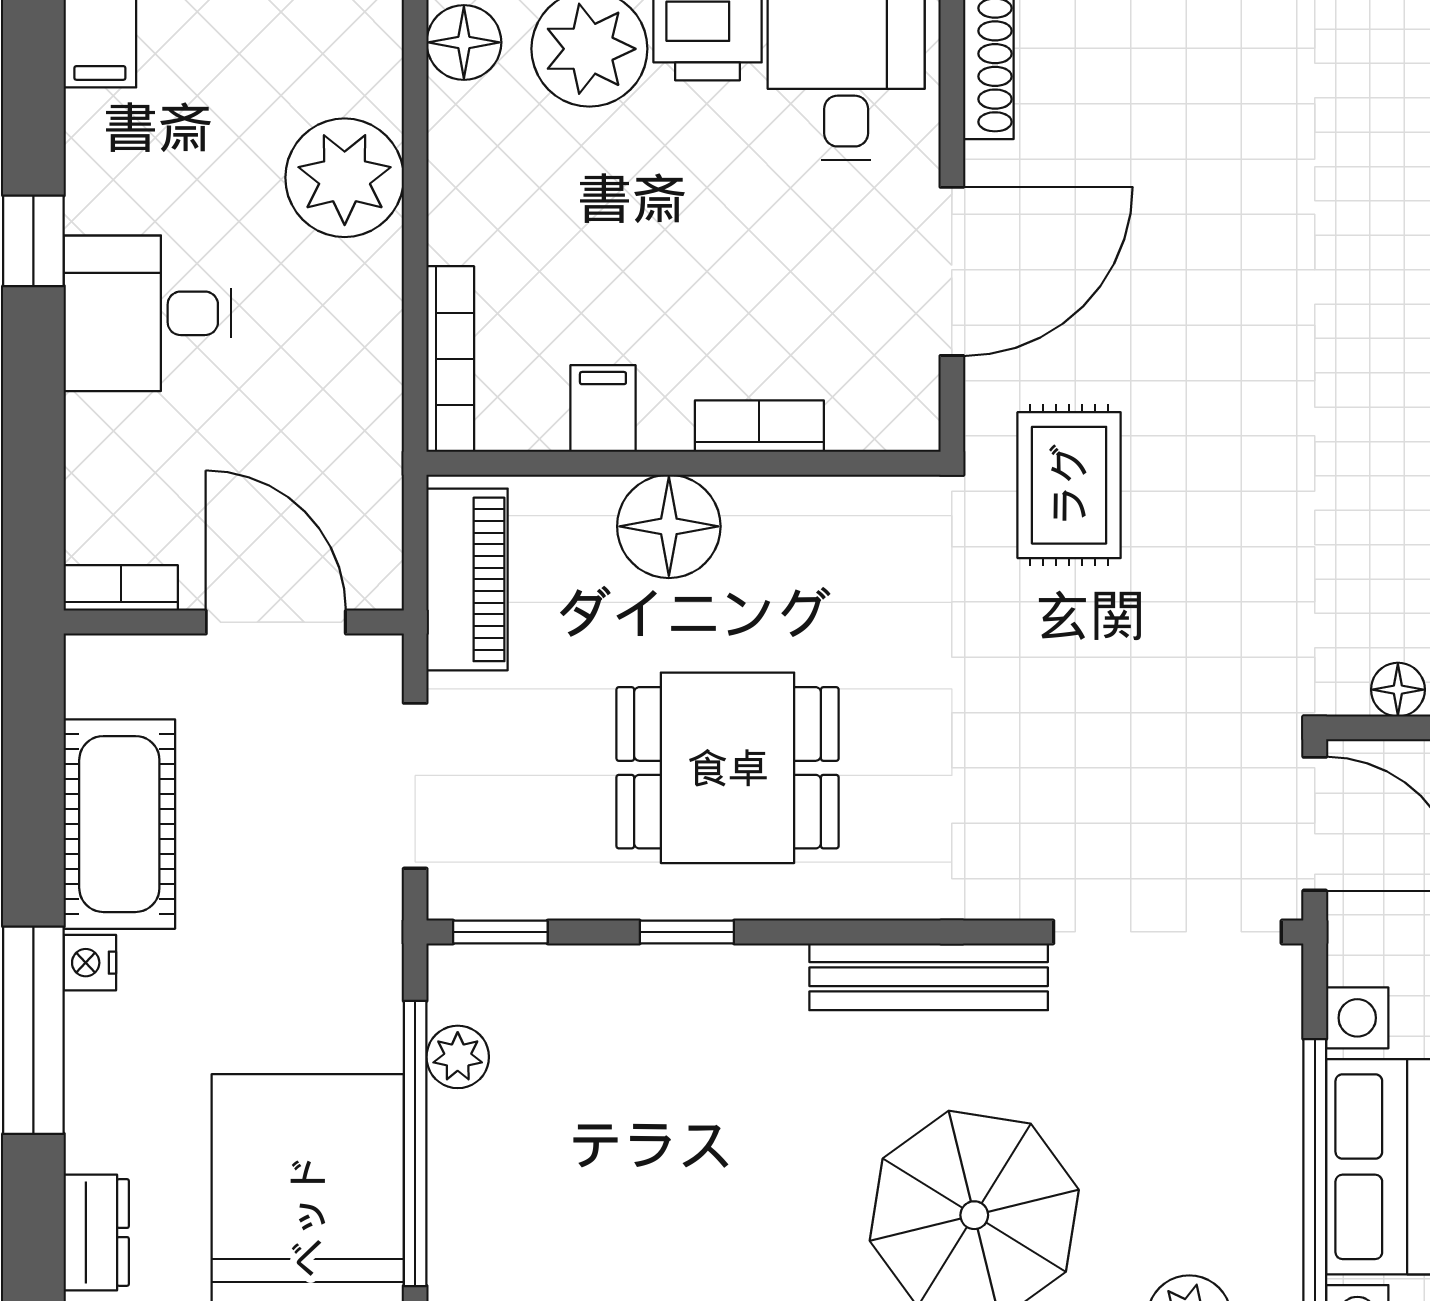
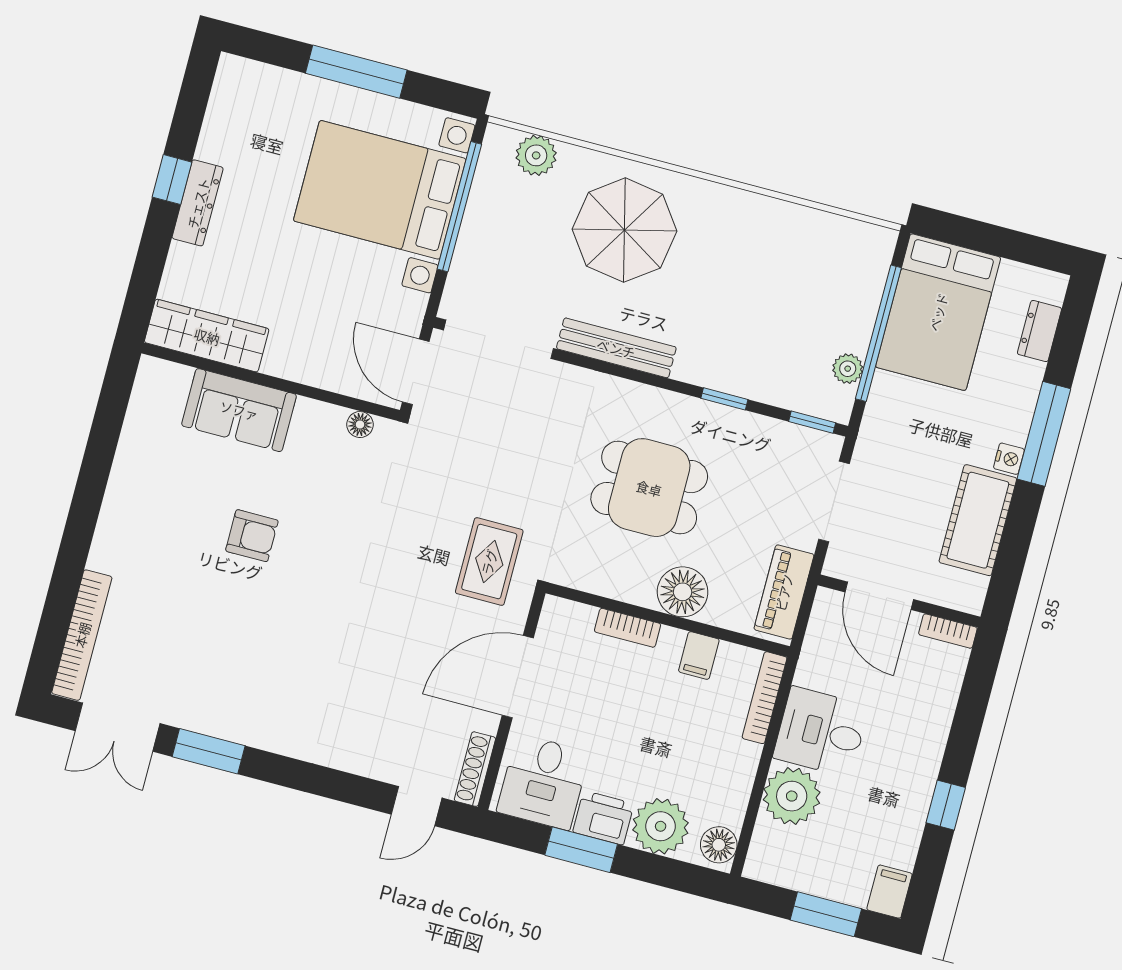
desk: (147, 313) -> (821, 732), moved, turned 180
dining table: (728, 768) -> (649, 488), moved

